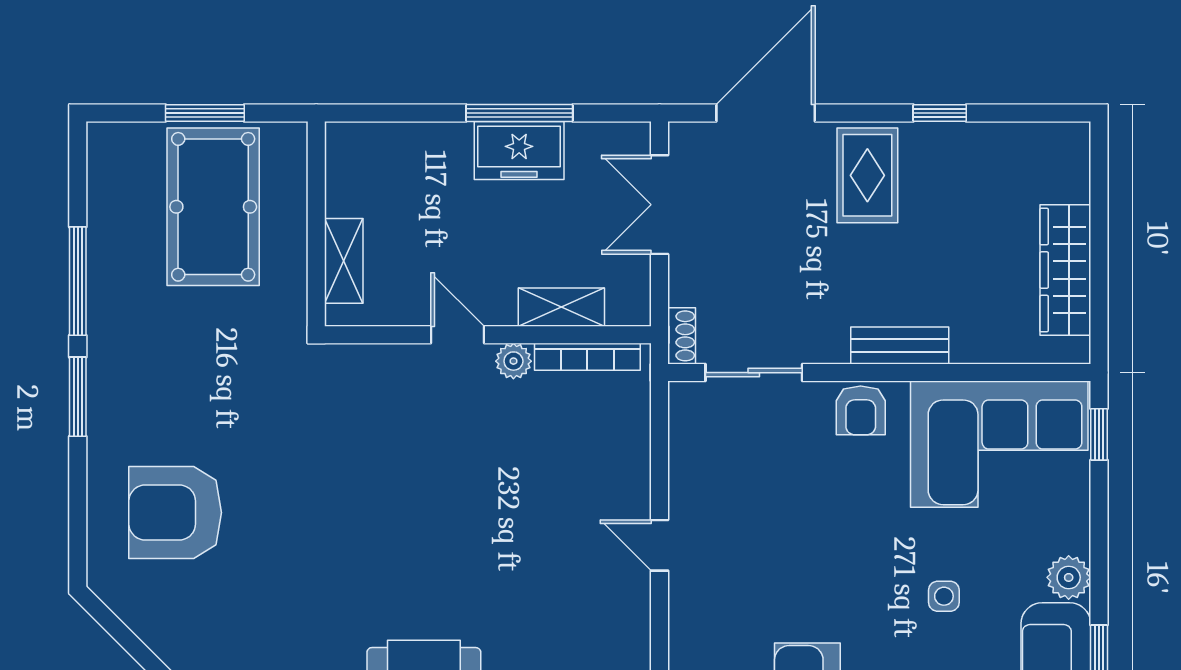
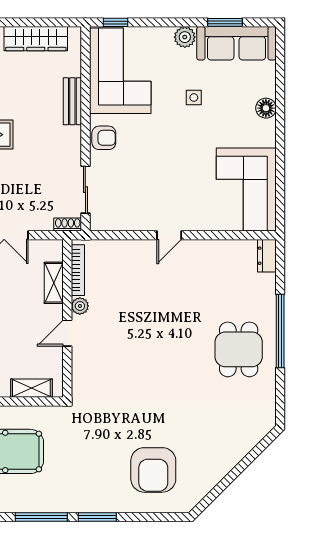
bench: (900, 345) -> (72, 101), moved

